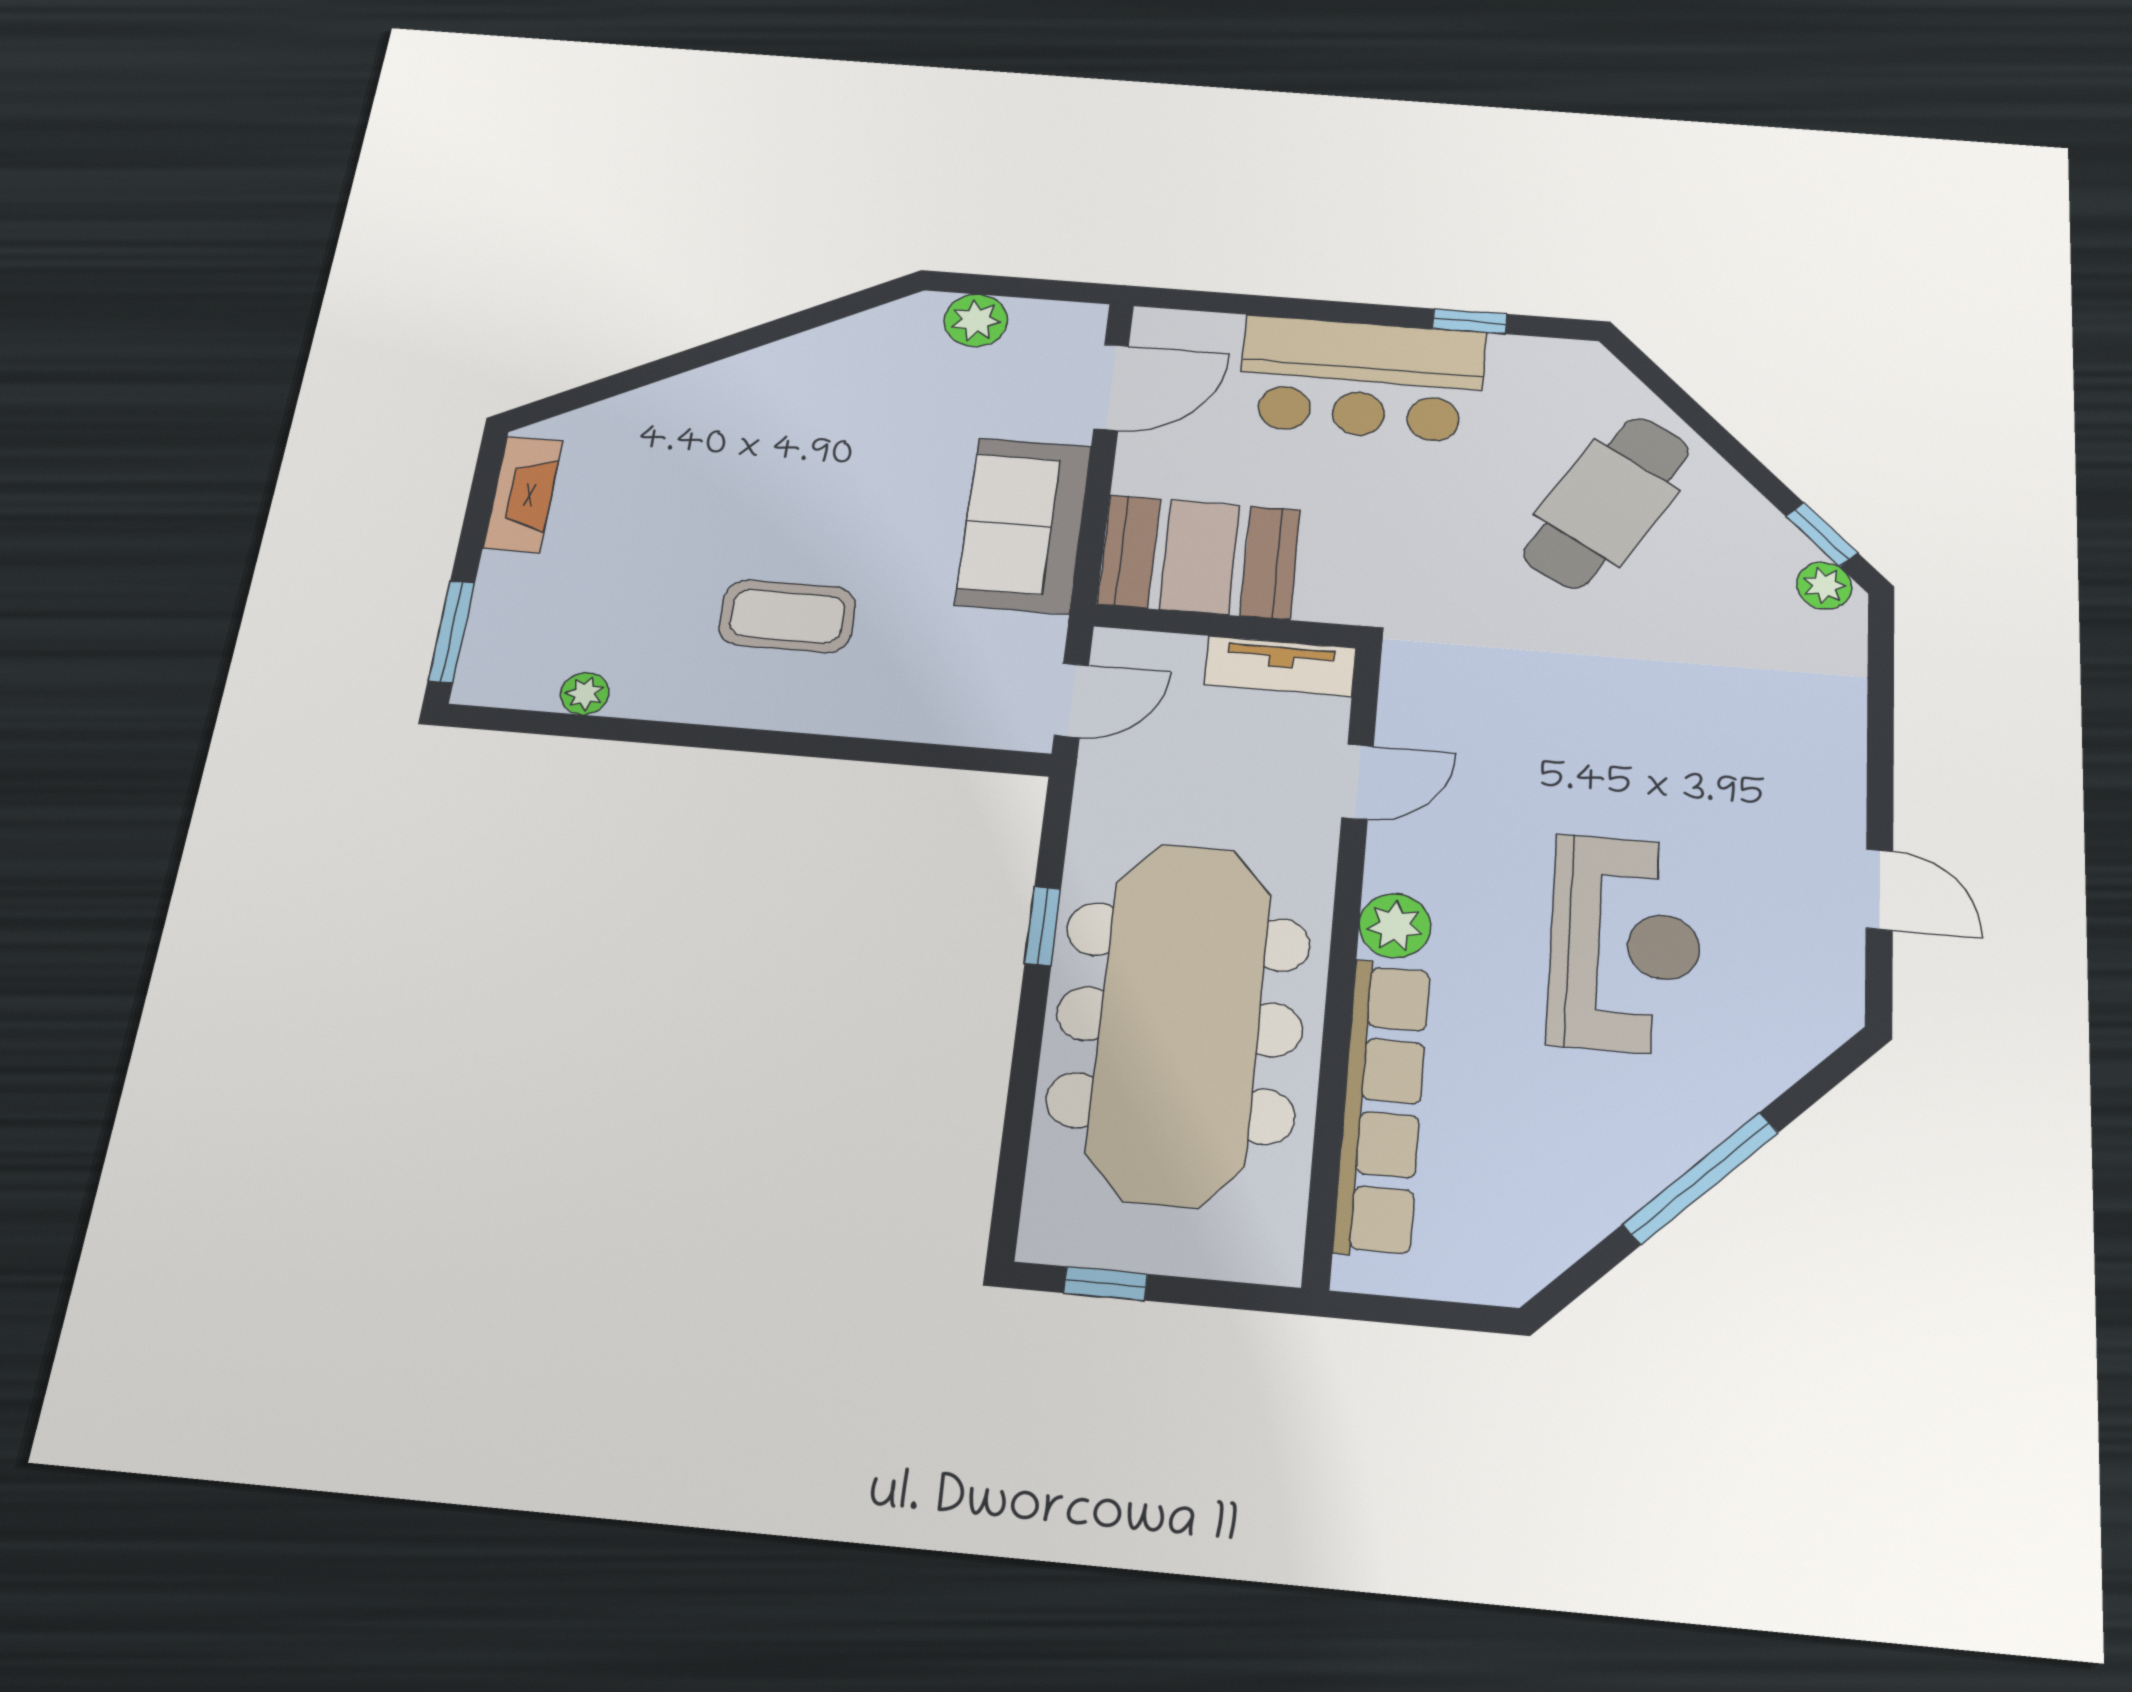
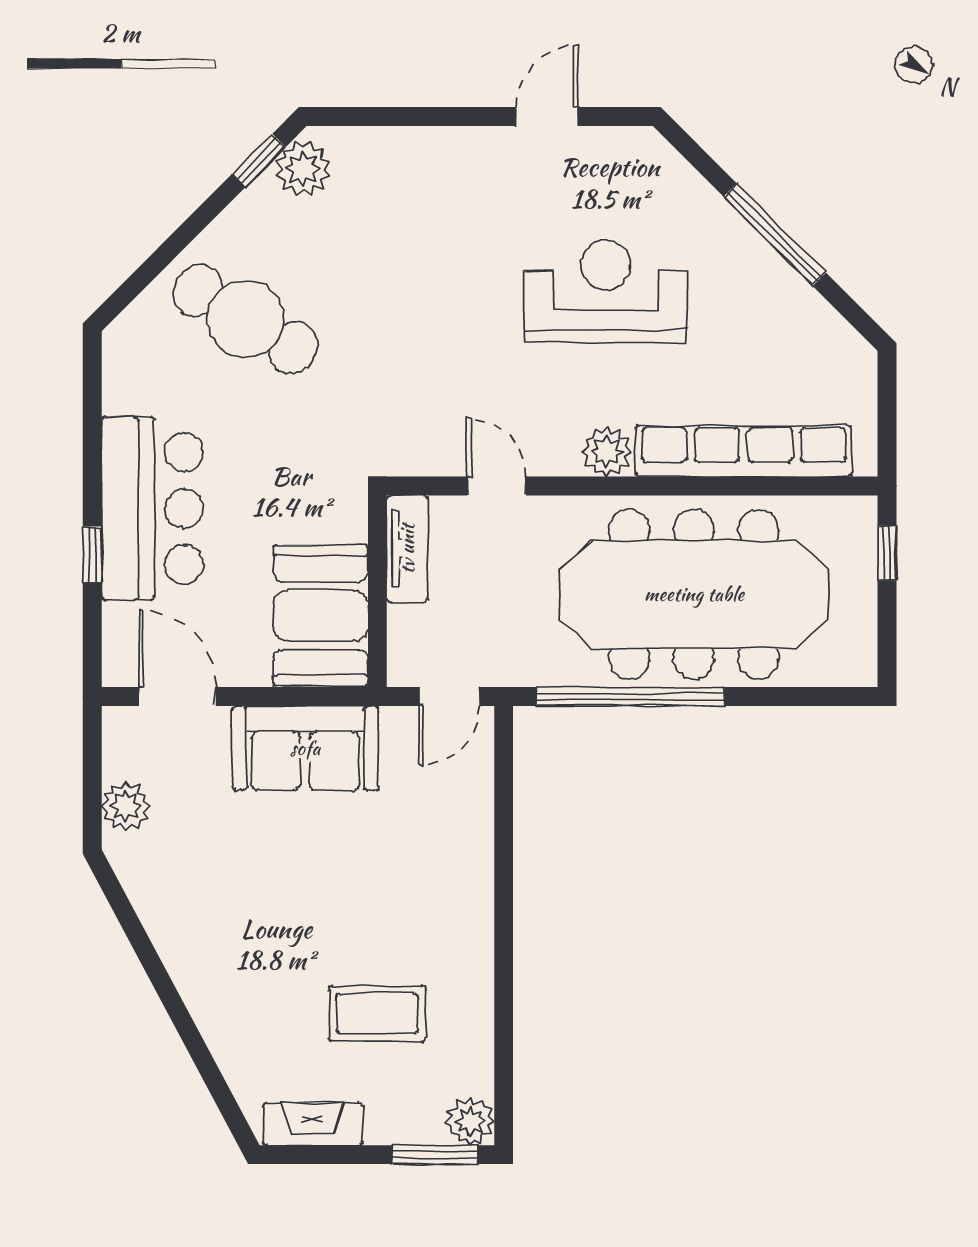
window: (1470, 321) -> (92, 554), moved
plant: (1824, 586) -> (303, 169), width x1.38, depth x1.38
coffee table: (787, 616) -> (377, 1014), moved, turned 90
plant: (585, 694) -> (470, 1121), moved, width x1.38, depth x1.38
door: (1071, 700) -> (449, 696), swing flipped
window: (1043, 926) -> (630, 696), width x3.17
window: (1106, 1283) -> (887, 553), moved

